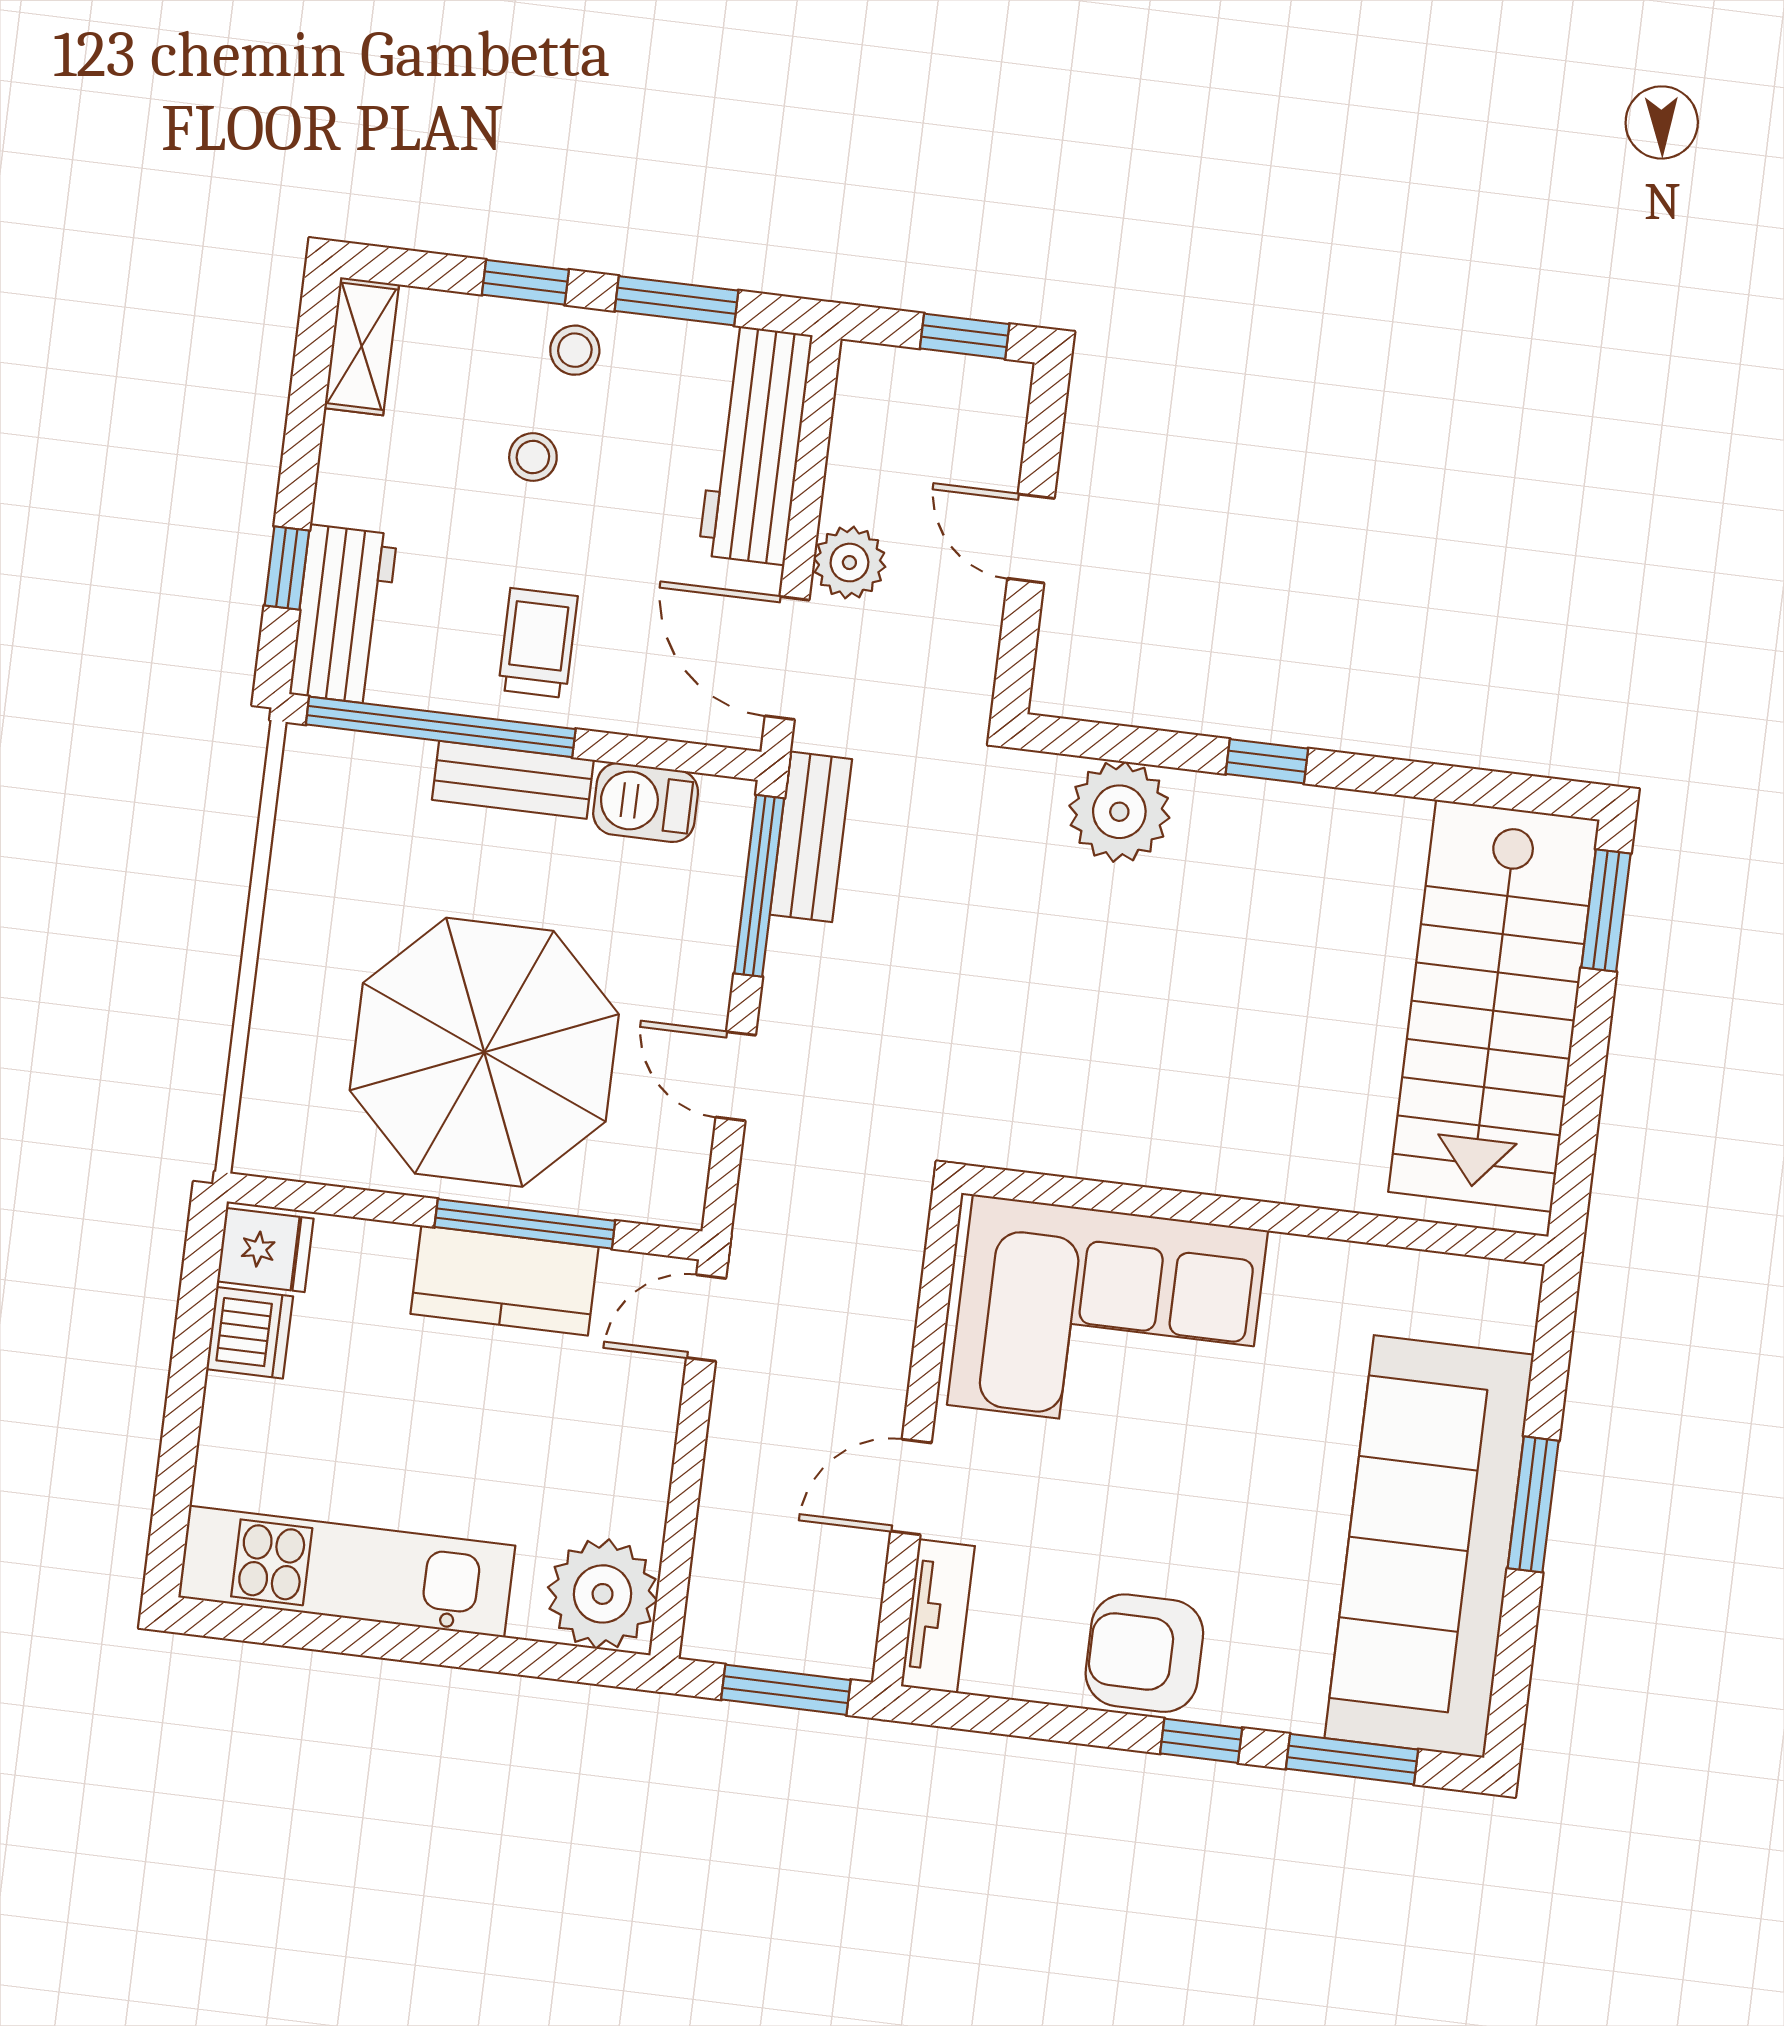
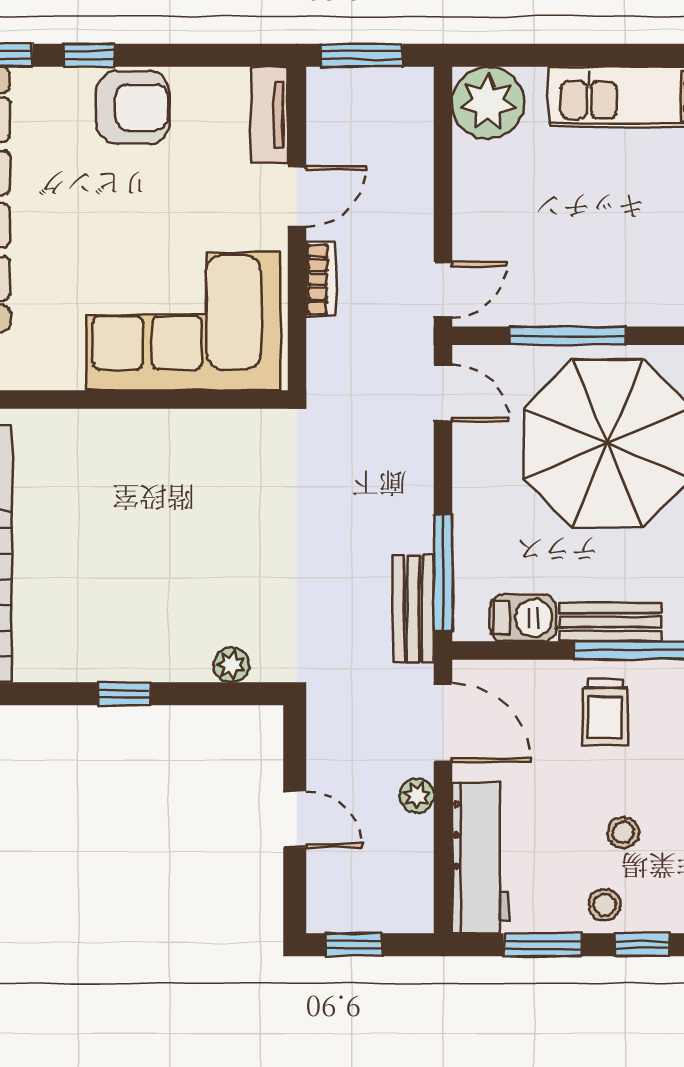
plant: (849, 563) -> (417, 796), width x0.73, depth x0.73
plant: (1119, 812) -> (231, 665), width x0.53, depth x0.53
door: (736, 1076) -> (443, 393), moved
kitchen counter: (505, 1280) -> (576, 298), removed
bookcase: (890, 1356) -> (321, 279), added

